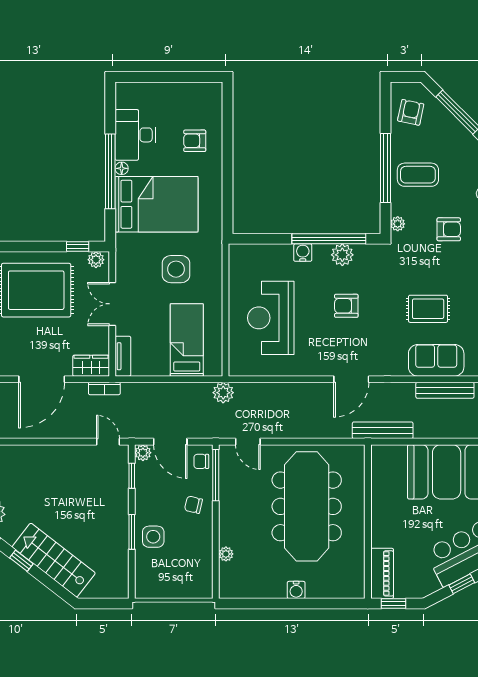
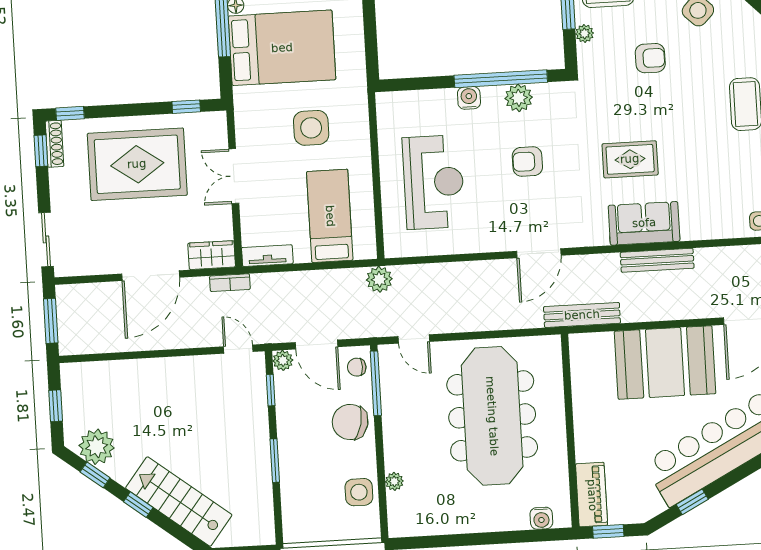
plant: (398, 224) -> (585, 33), moved
plant: (96, 260) -> (210, 122), removed
reception desk: (271, 318) -> (434, 182), turned 180
tv unit: (123, 356) -> (267, 256), moved, turned -90
chair: (193, 505) -> (350, 422), width x1.87, depth x1.87
side table: (153, 537) -> (359, 492), moved
water cooler: (296, 590) -> (541, 518), moved

